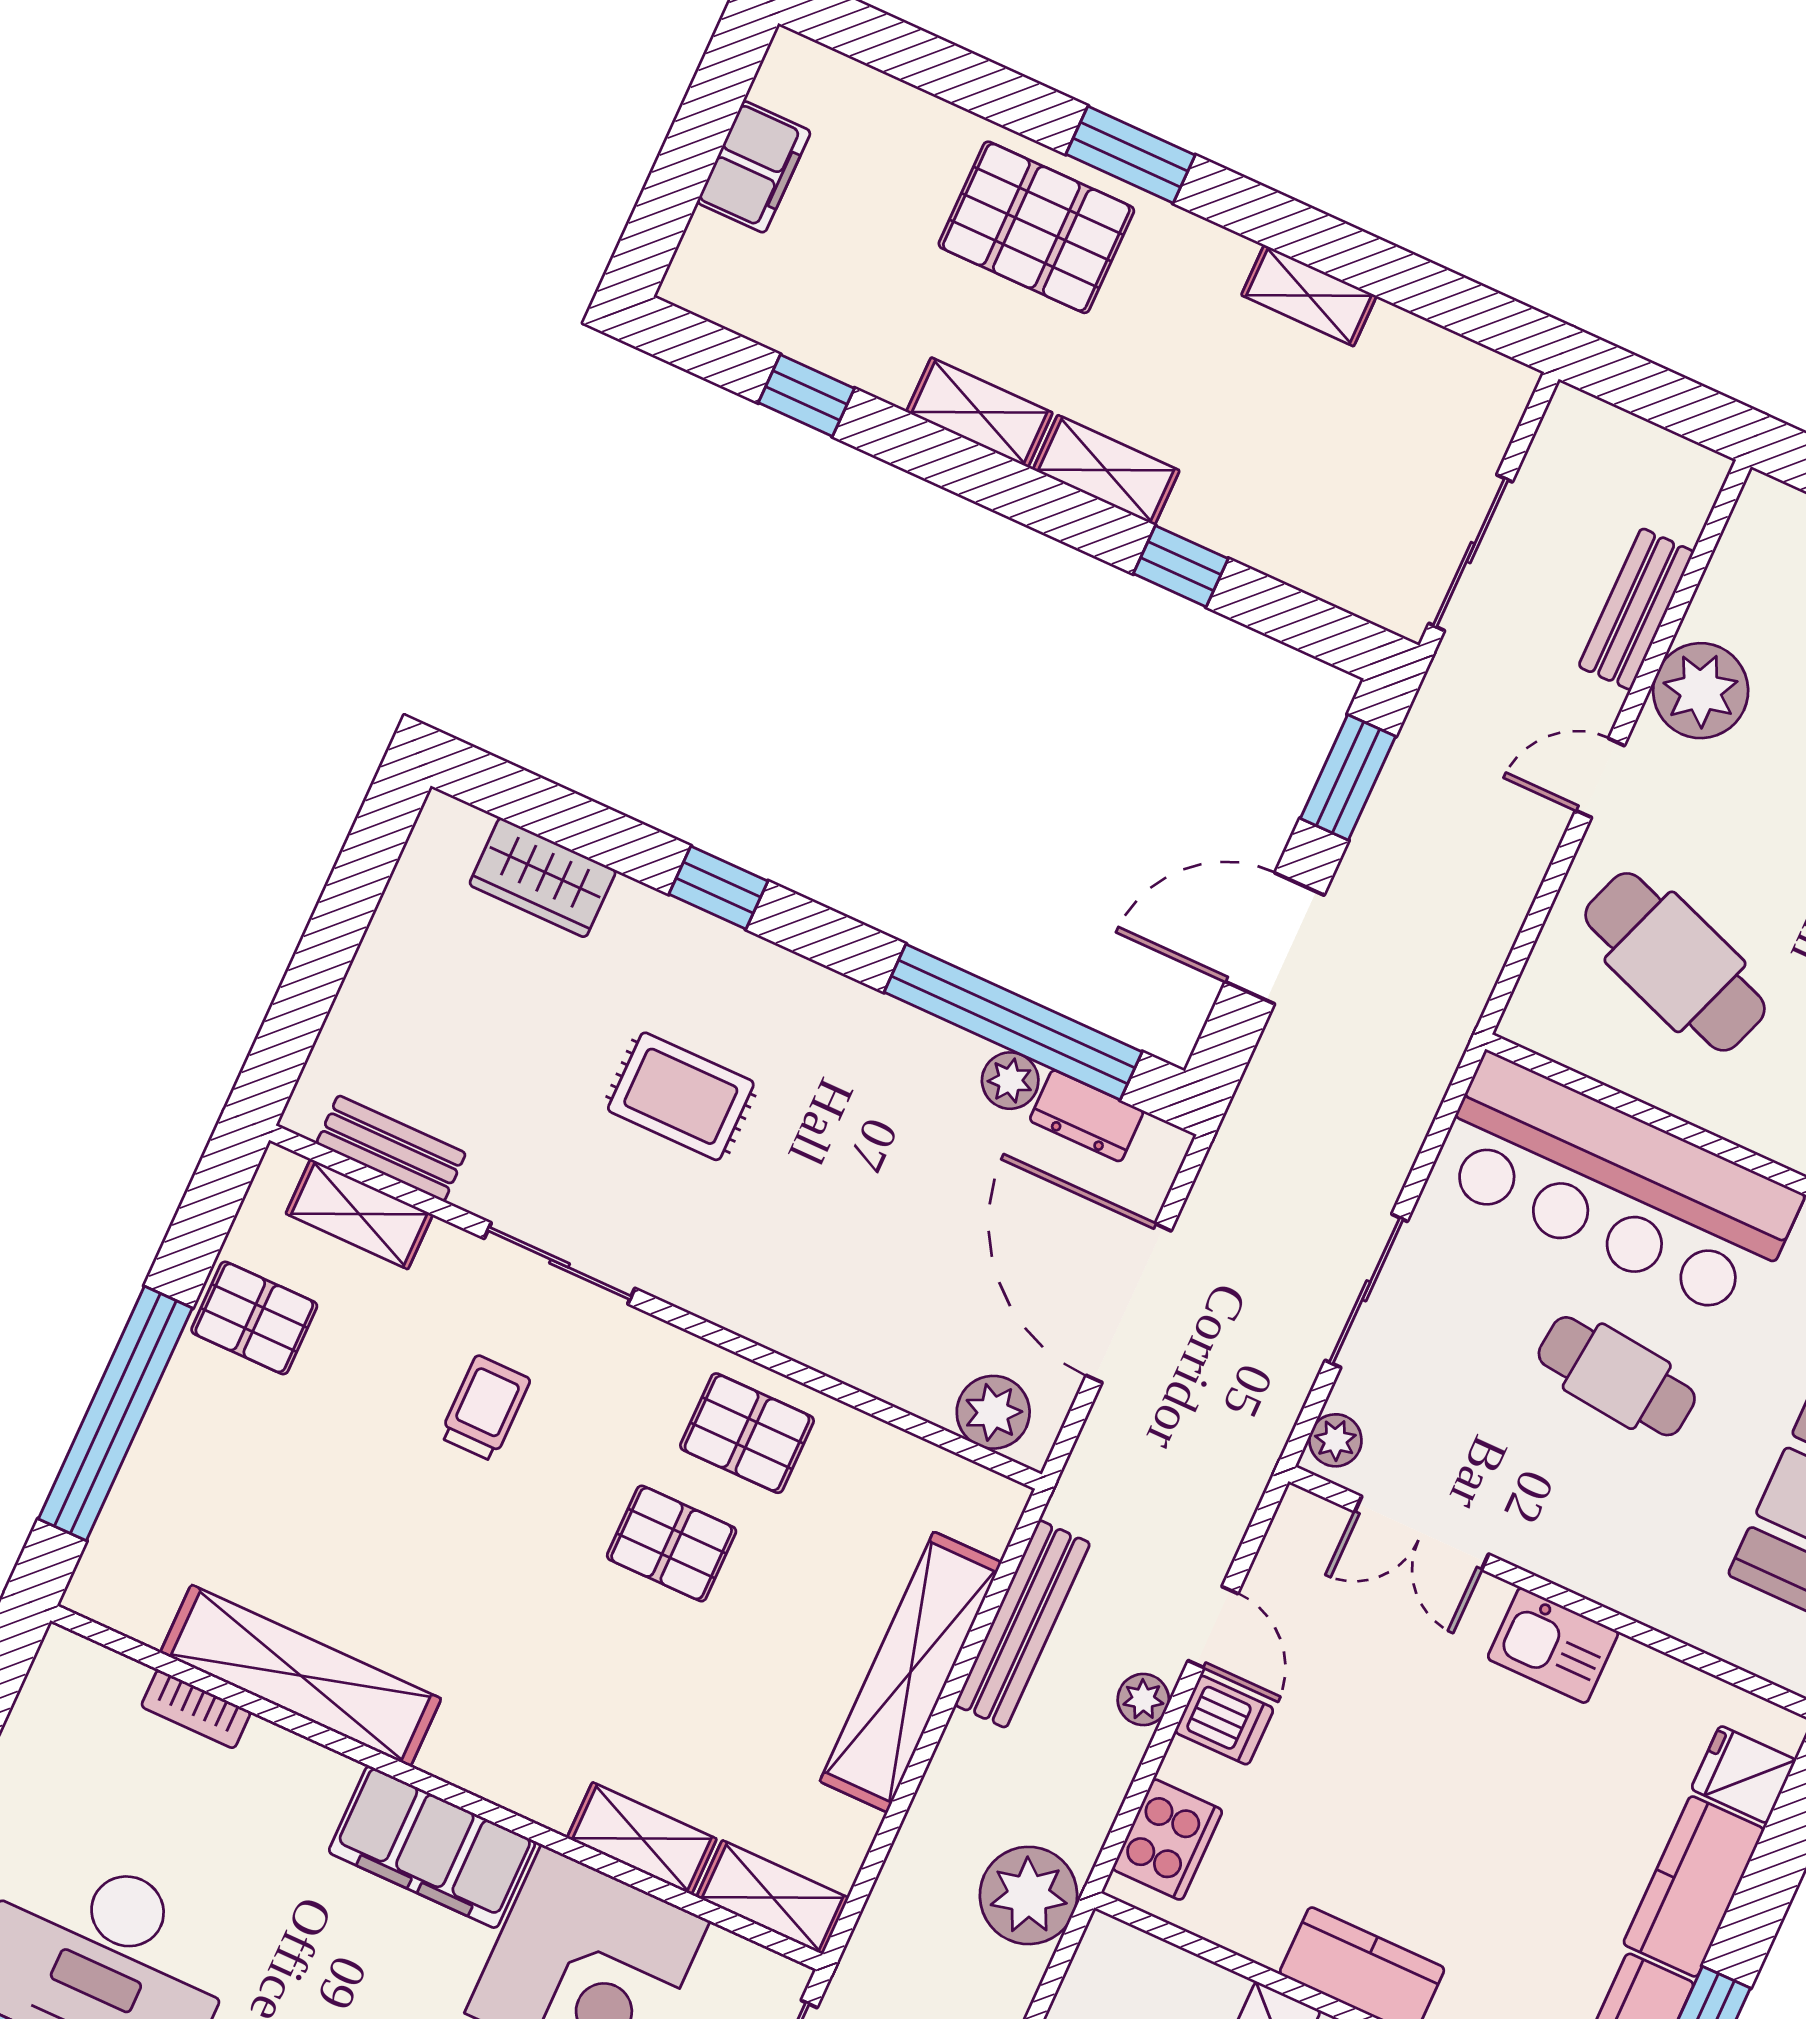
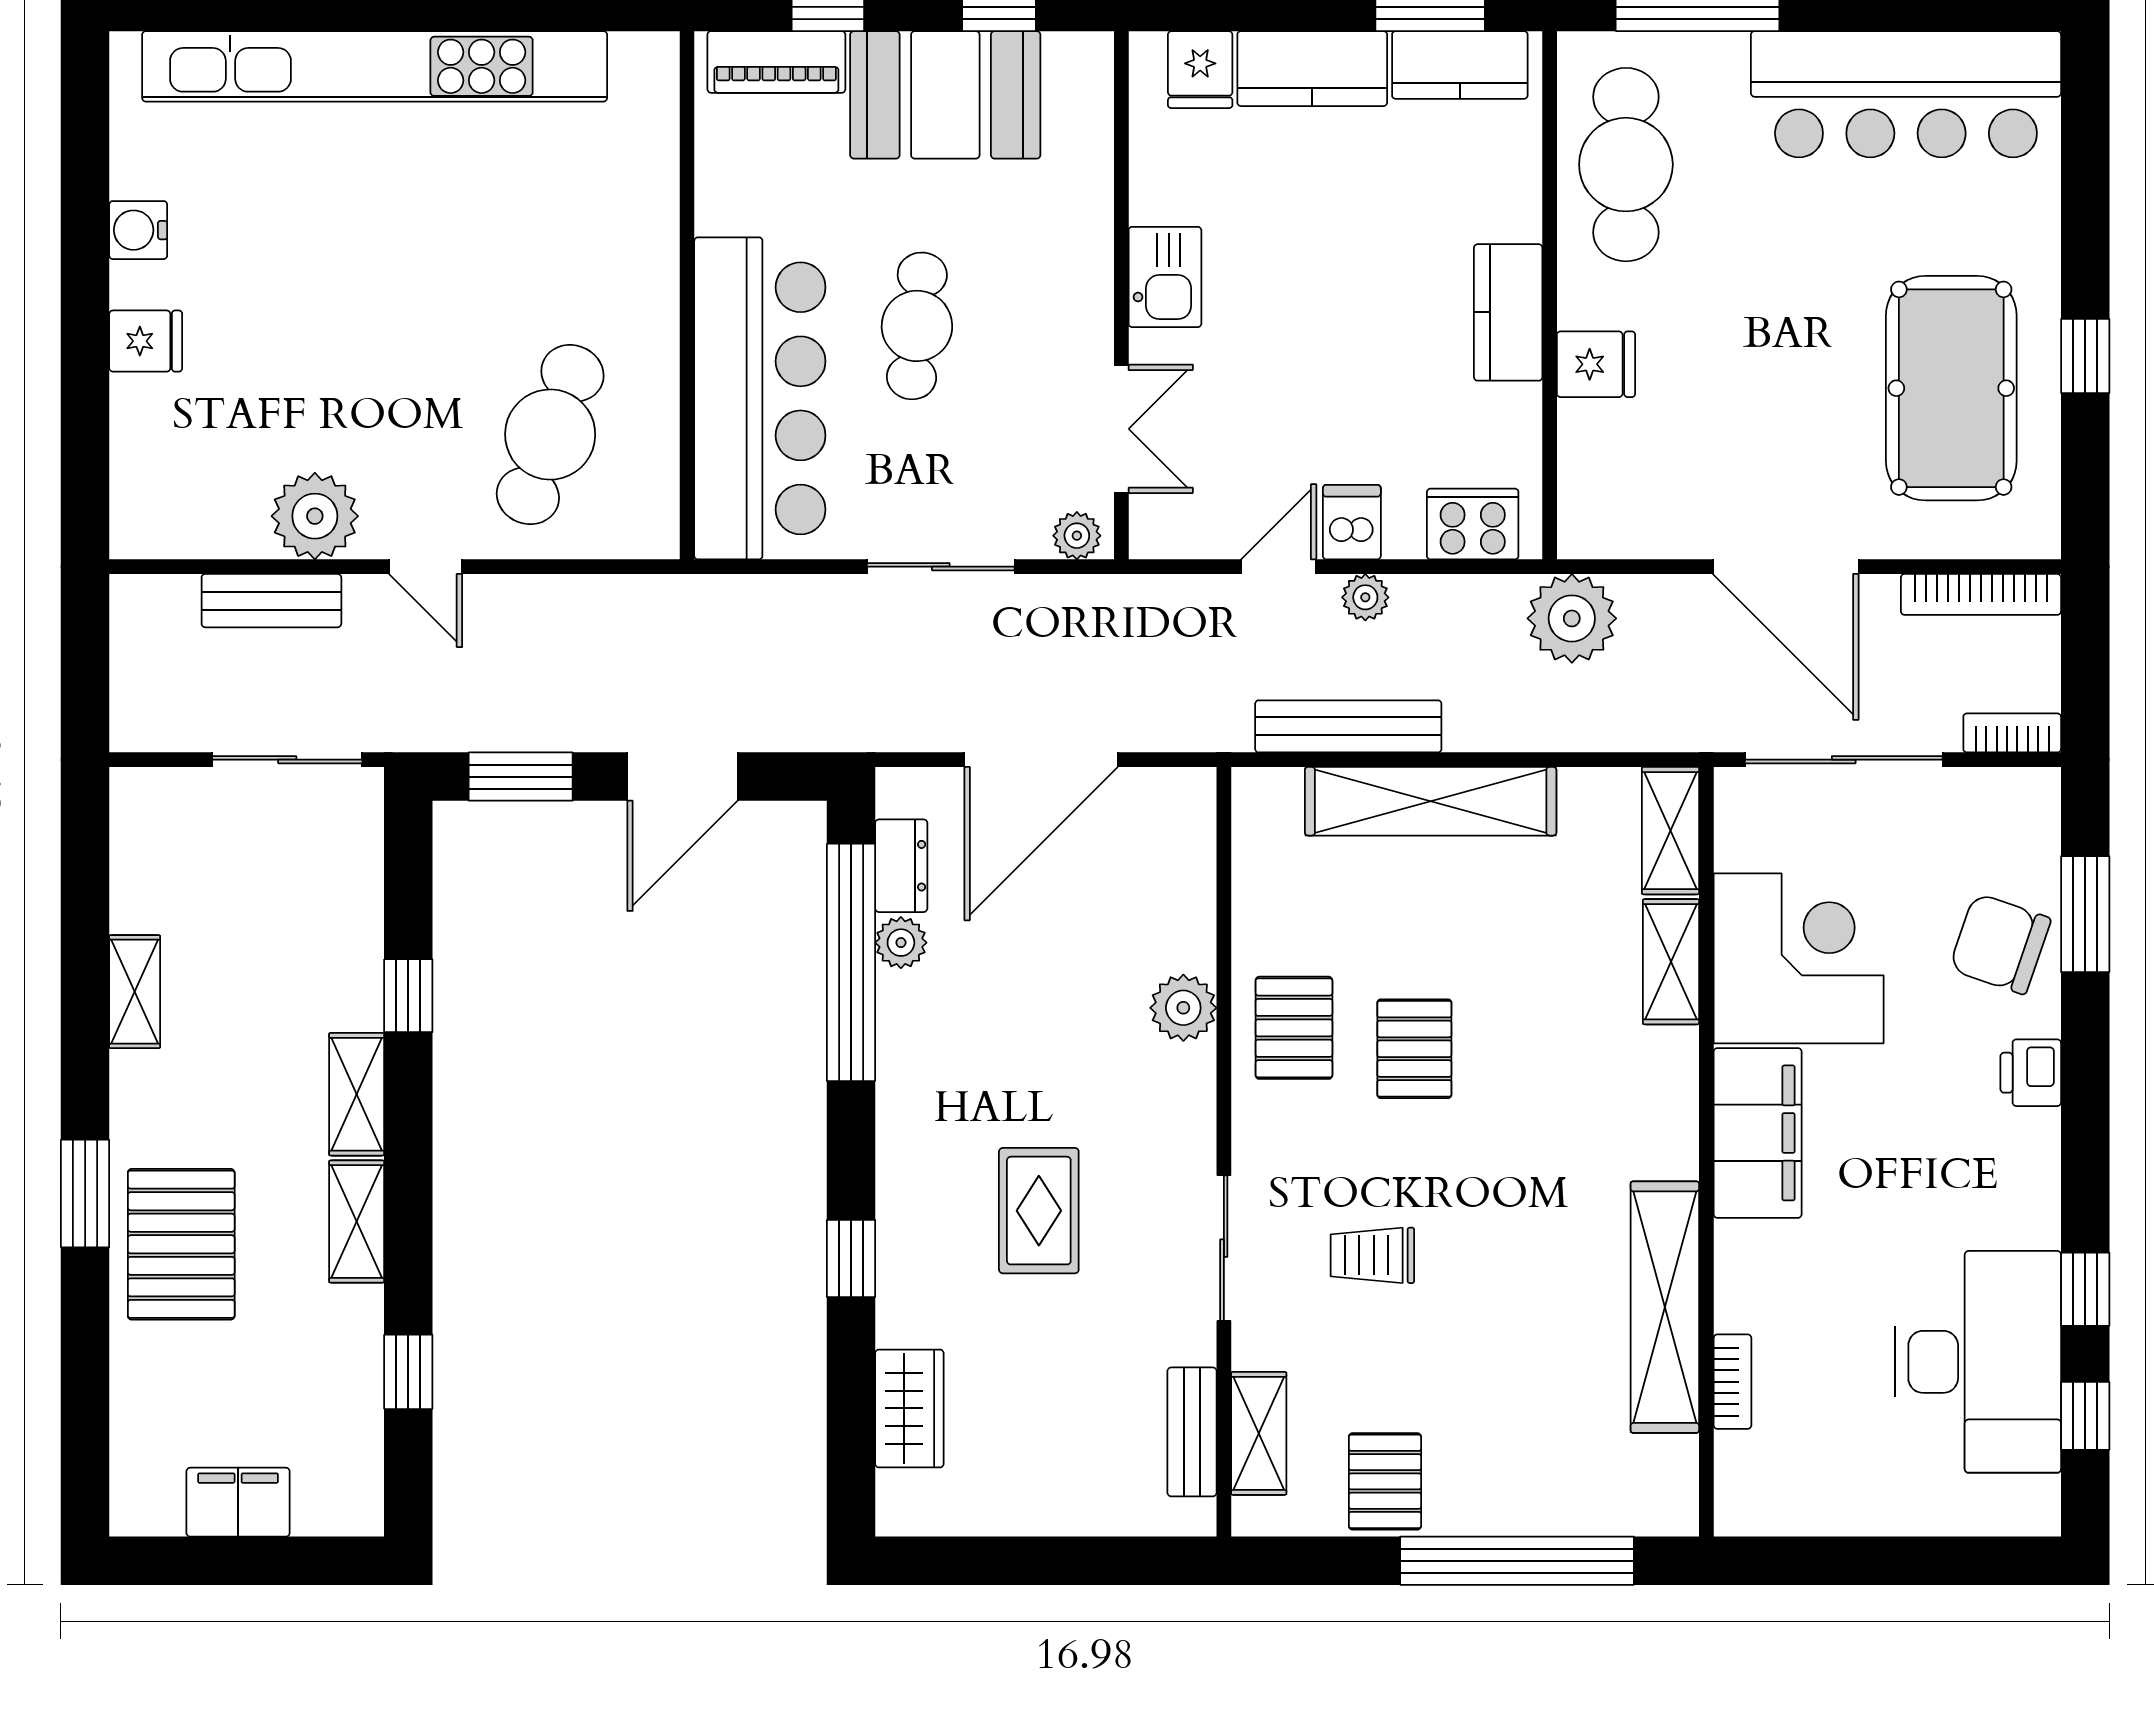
door: (1275, 938) -> (682, 777), hinge flipped
plant: (993, 1412) -> (1183, 1008), moved

